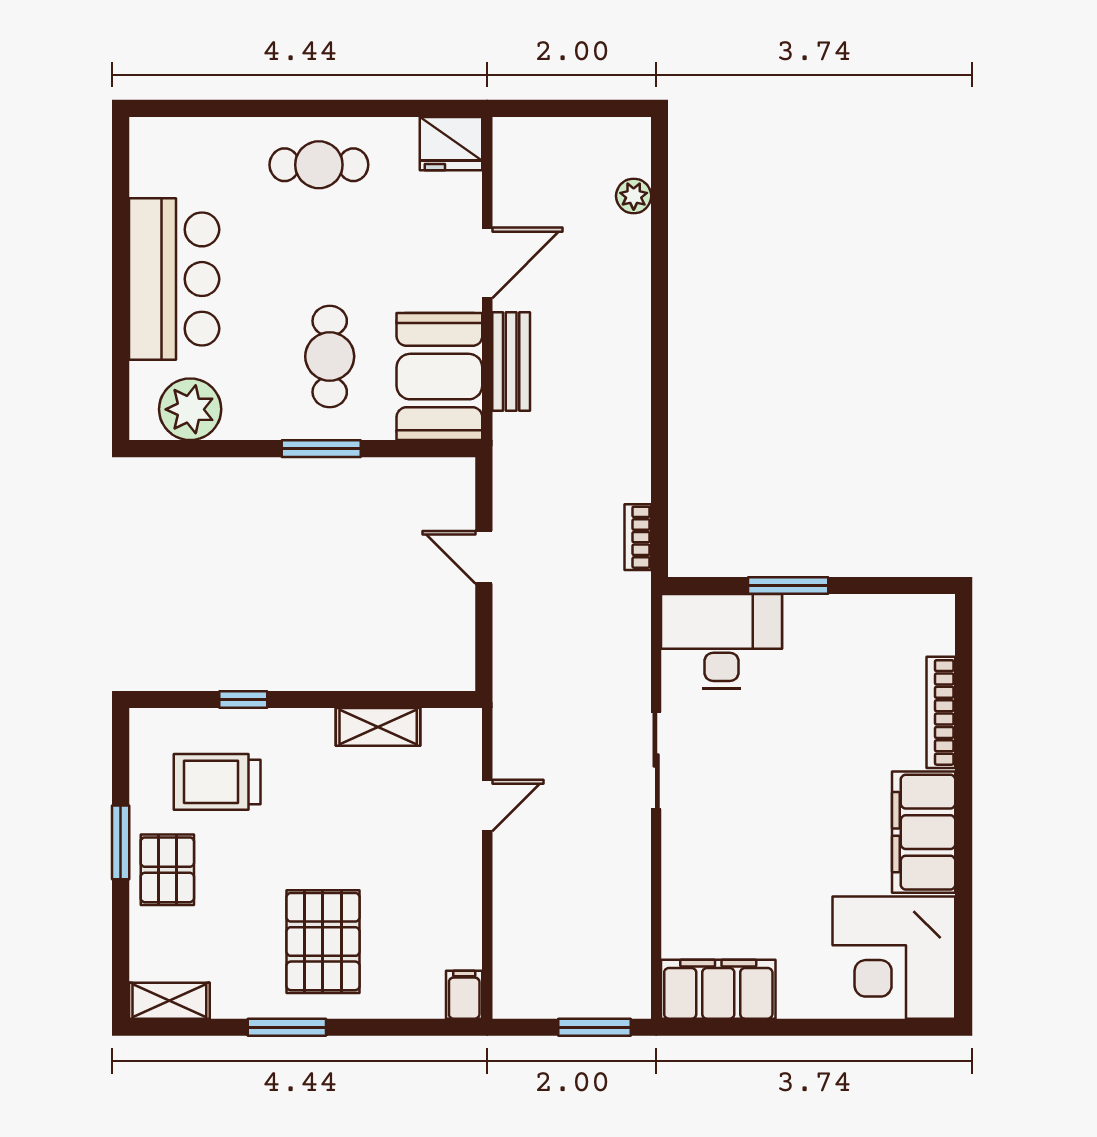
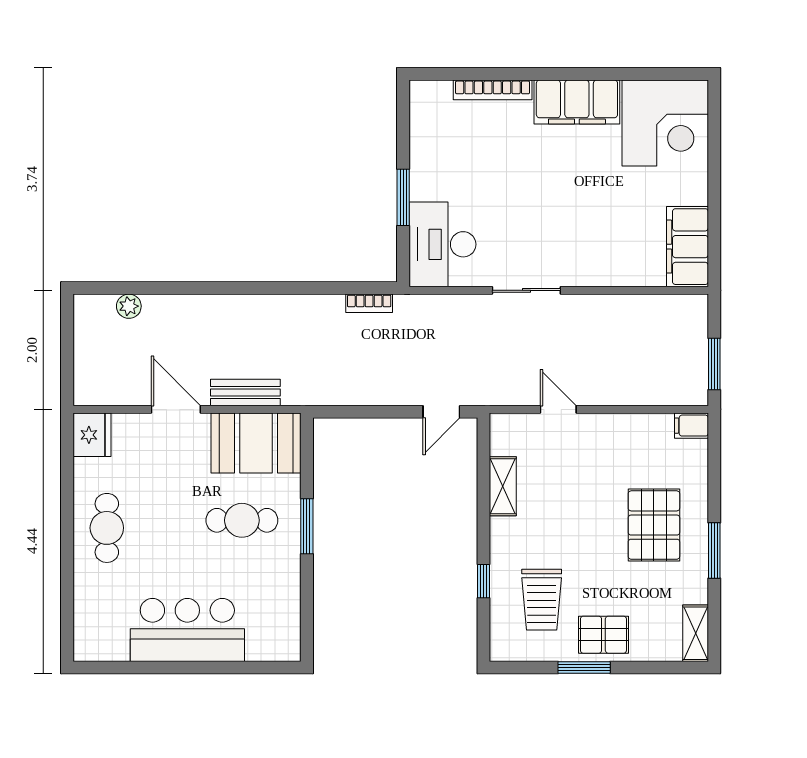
plant: (190, 409) -> (279, 619), removed
door: (484, 557) -> (441, 412), moved
pallet: (323, 942) -> (654, 525), turned 90
window: (594, 1027) -> (714, 364), moved

